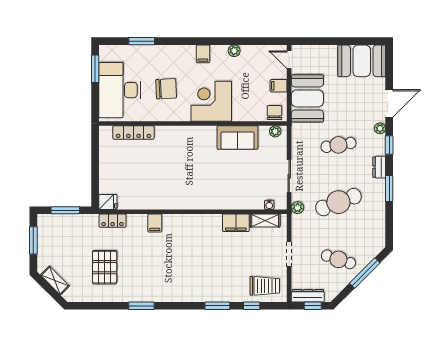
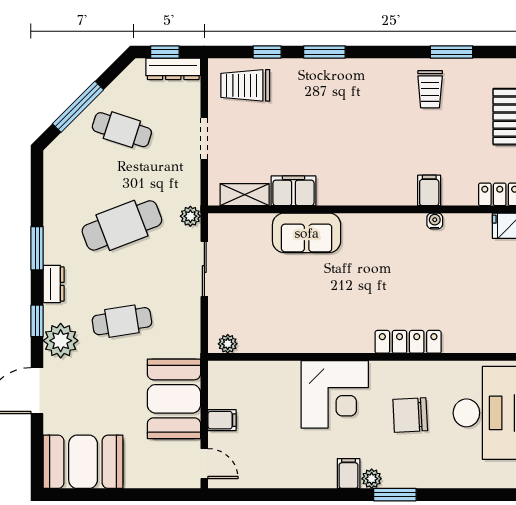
window: (142, 41) -> (395, 495), moved
plant: (234, 51) -> (372, 479), moved
chair: (274, 113) -> (229, 375), removed
plant: (380, 128) -> (61, 341), width x1.87, depth x1.87
locker: (133, 133) -> (408, 342), moved
sofa: (237, 138) -> (307, 233), moved, turned 180
water cooler: (269, 205) -> (435, 221), moved
trolley: (154, 284) -> (430, 89), added

